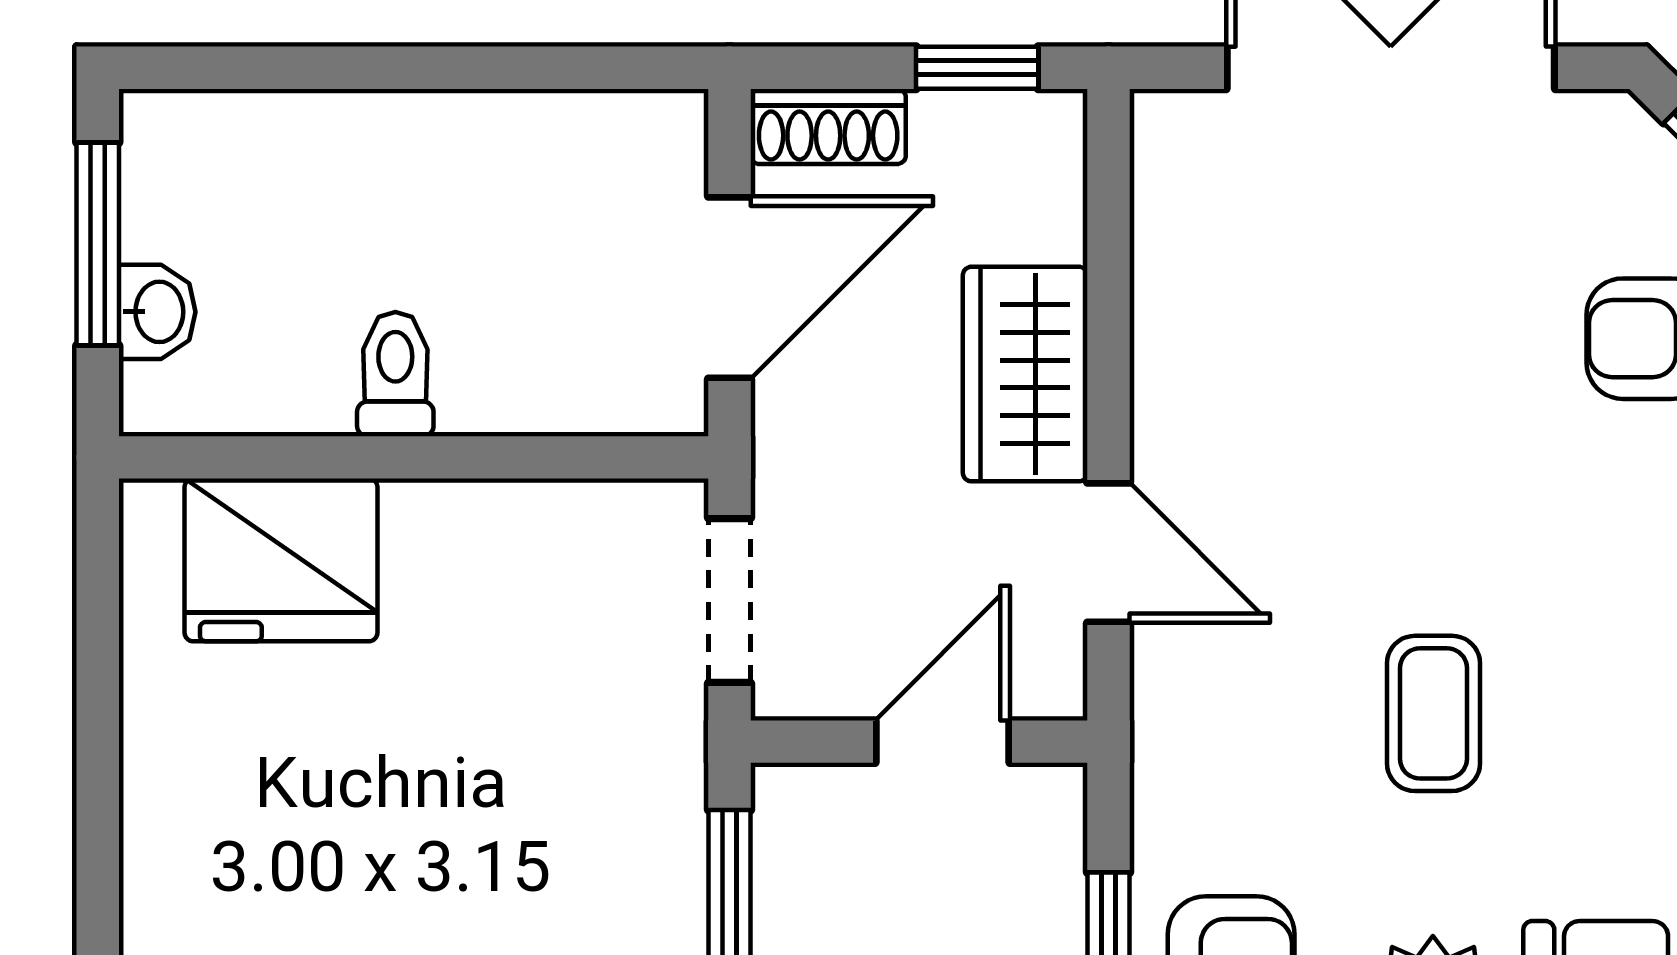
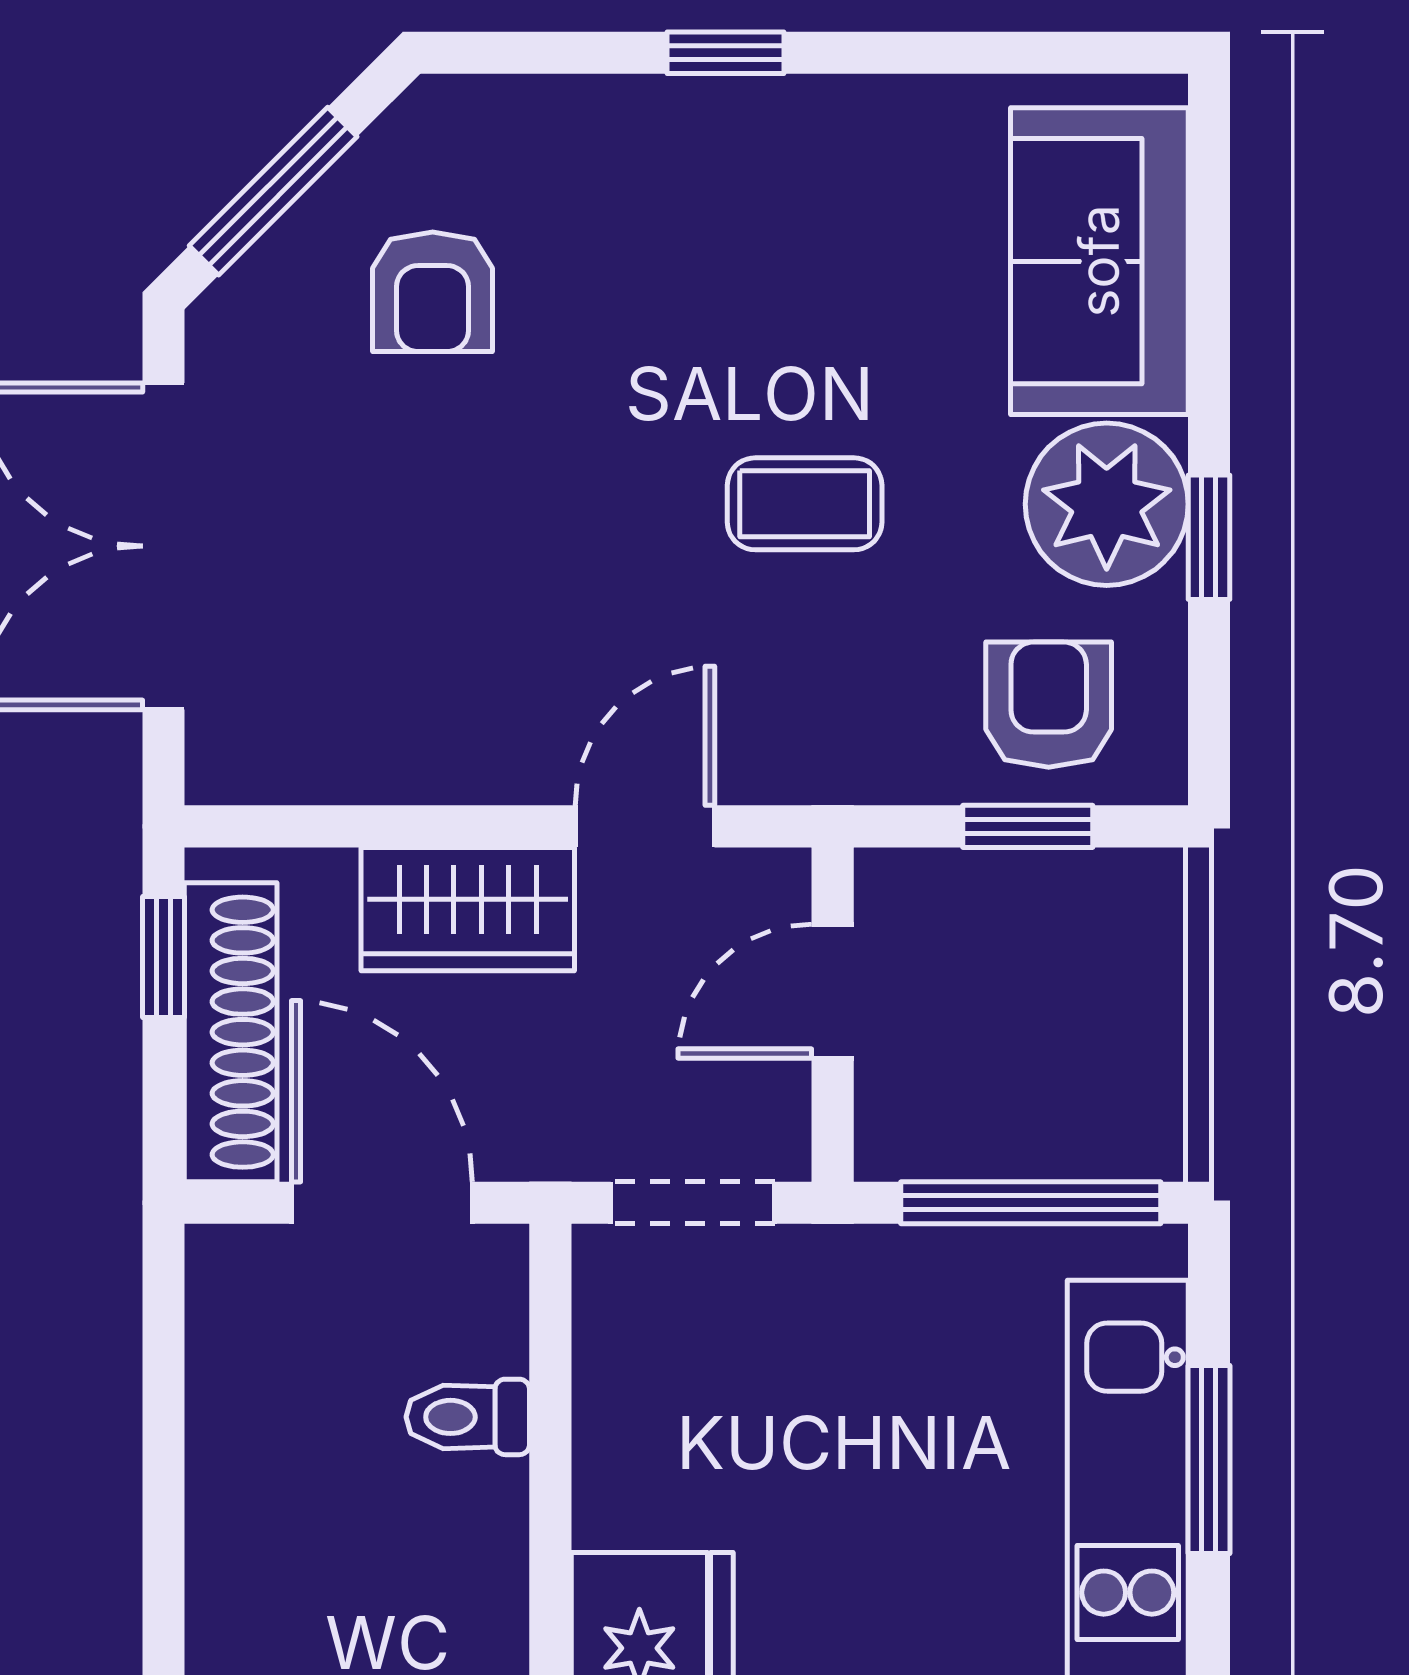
shoe rack: (828, 126) -> (231, 1032), width x1.94, depth x1.24
toilet: (395, 374) -> (468, 1417), moved
door: (942, 742) -> (833, 991), hinge flipped

